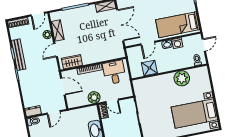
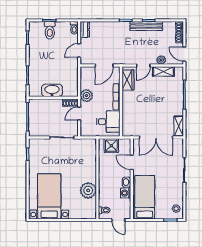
door: (56, 50) -> (143, 65), swing flipped
shower: (149, 68) -> (111, 146), moved
door: (54, 112) -> (79, 50), hinge flipped

